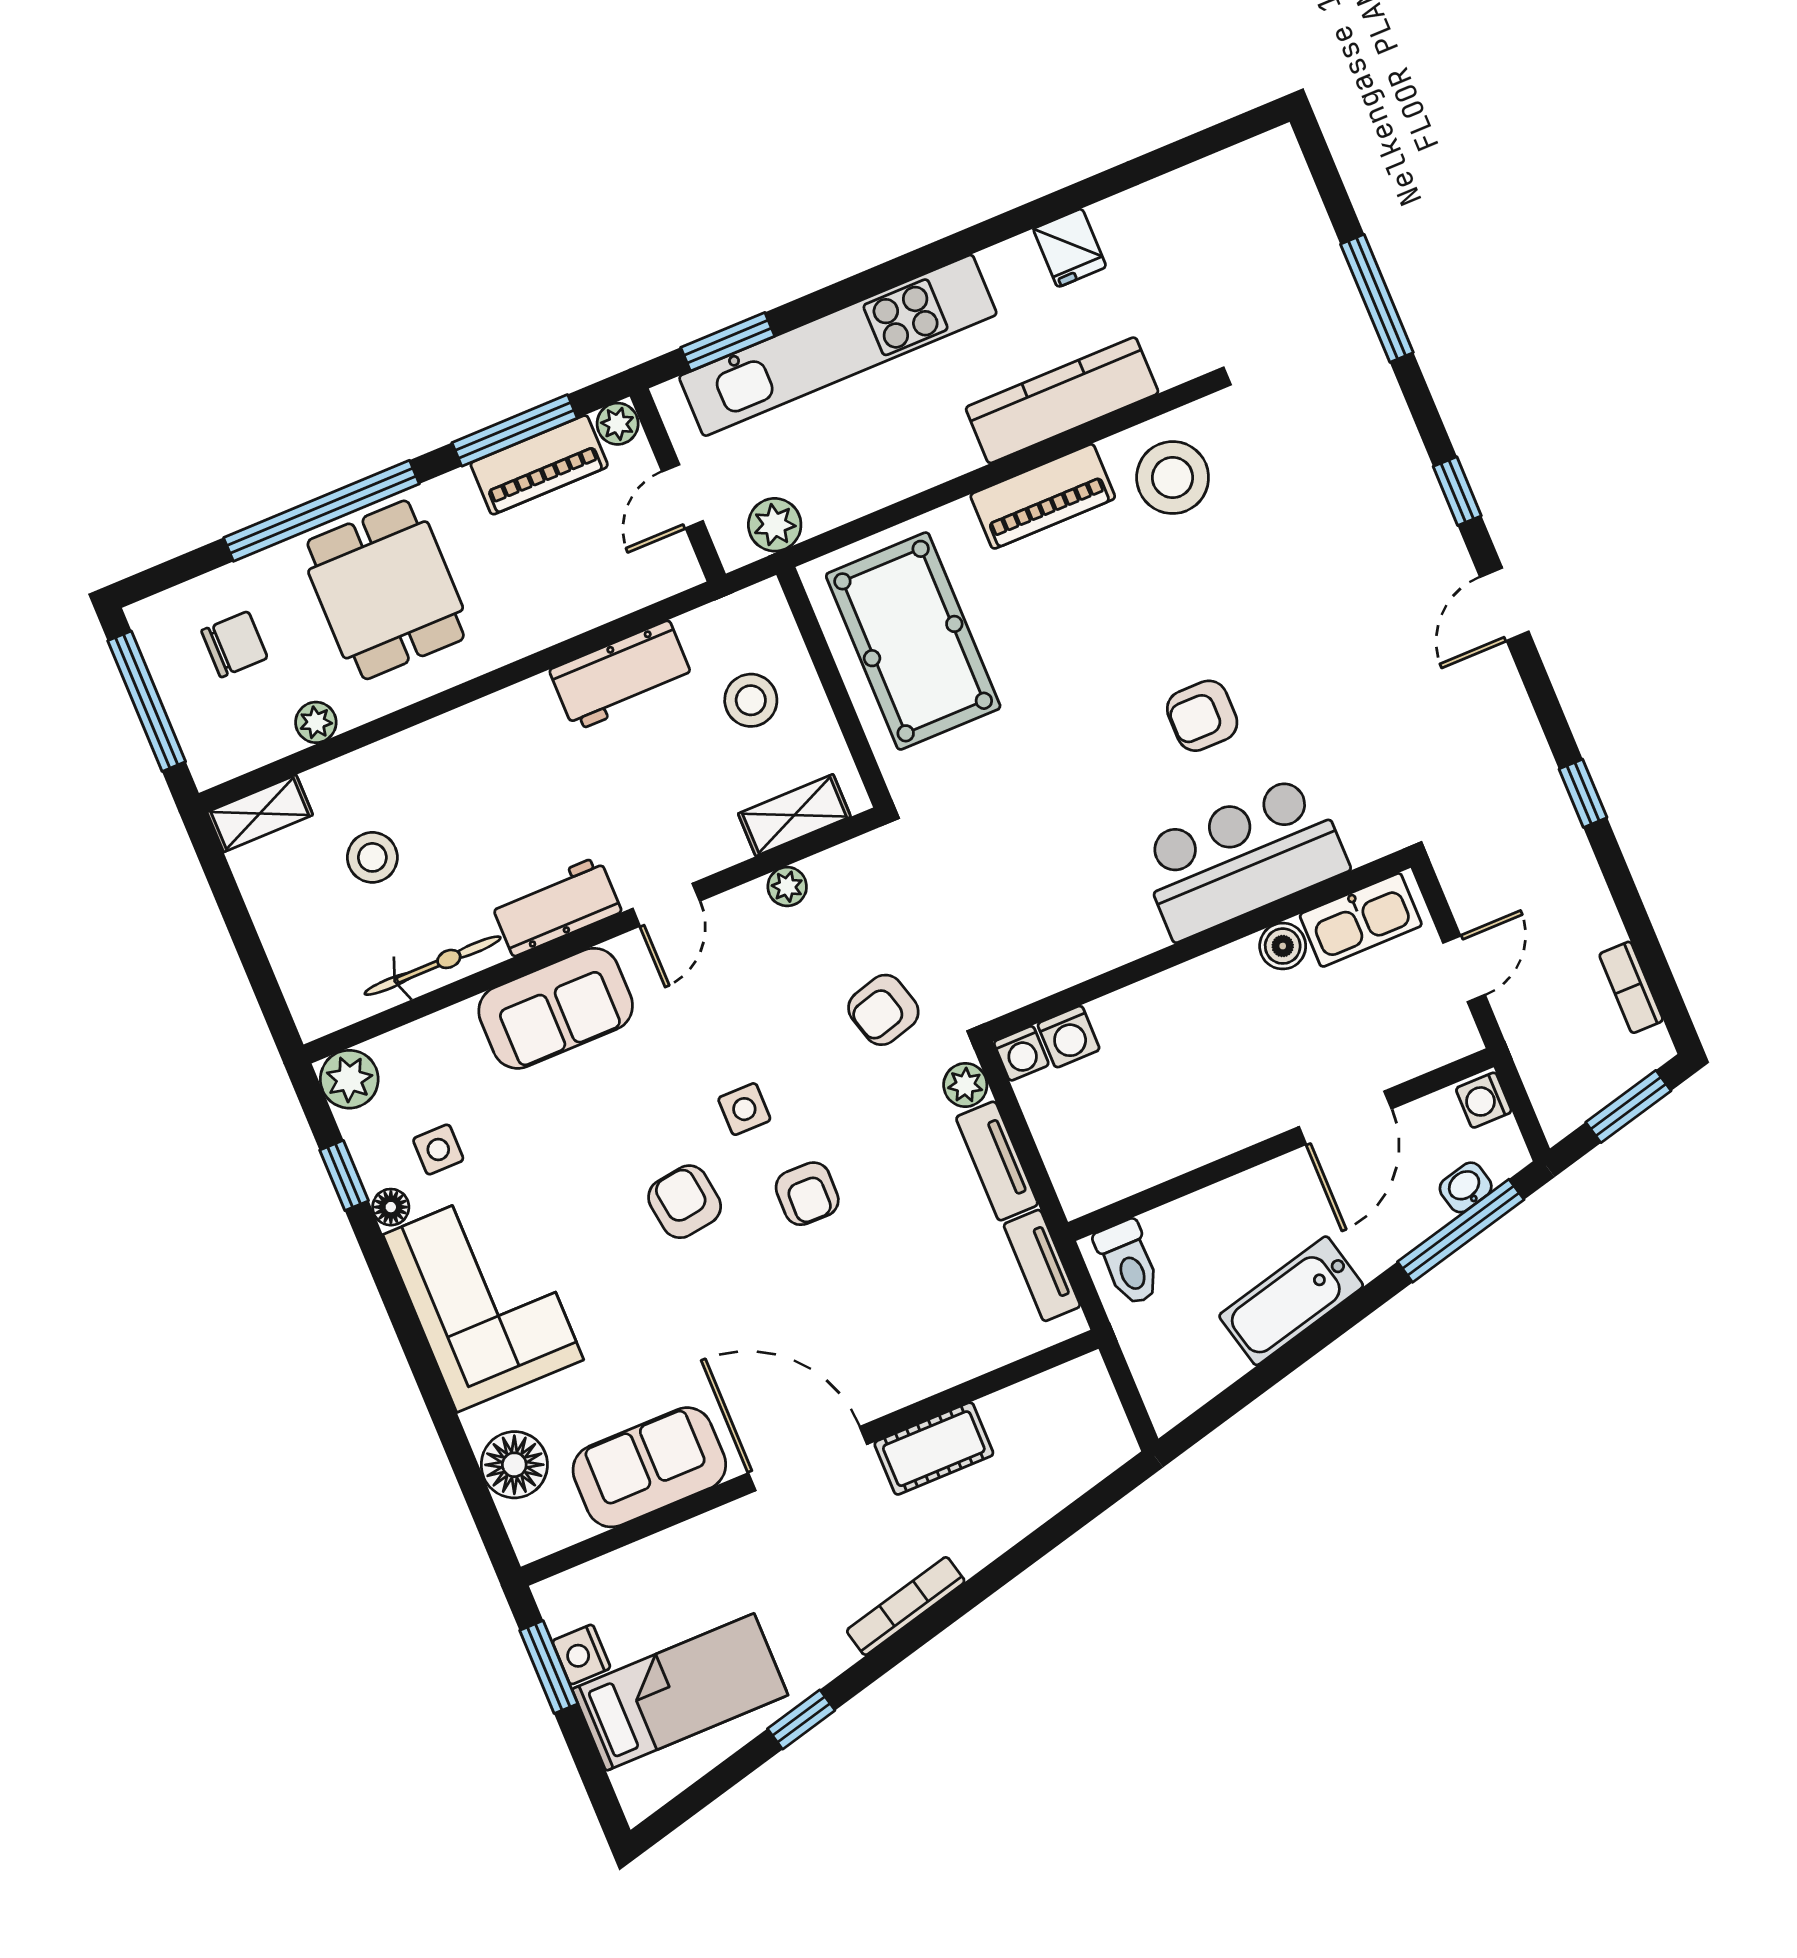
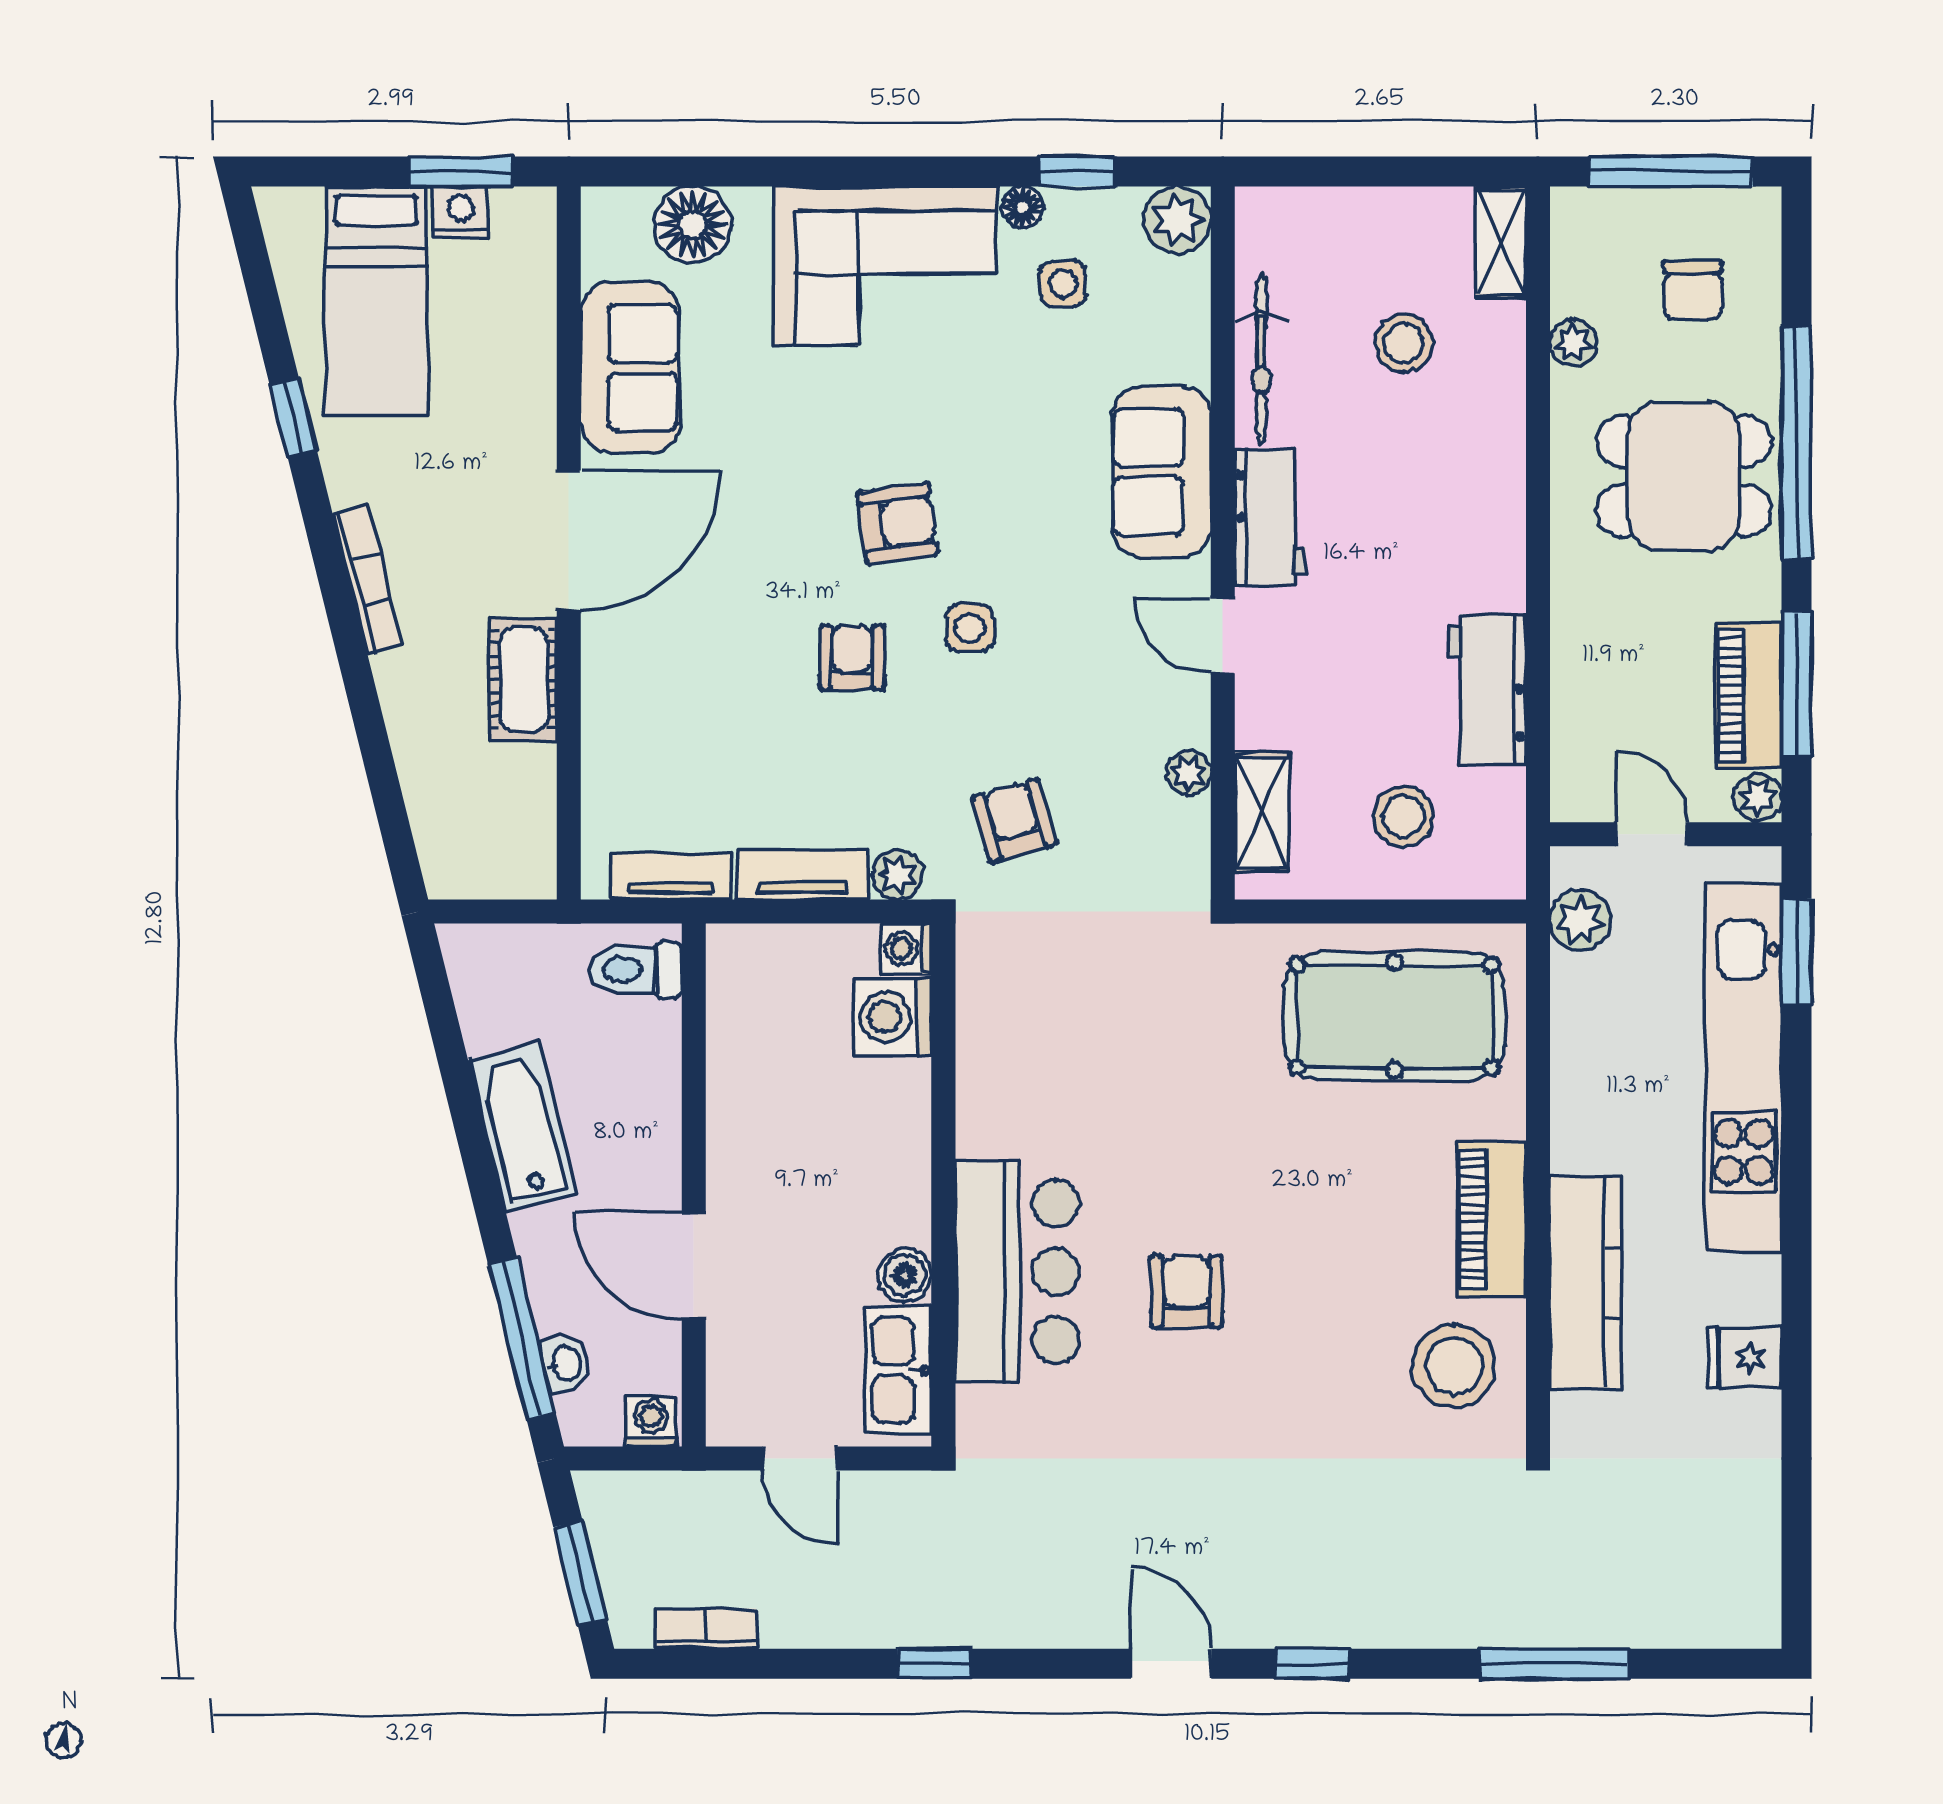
washing machine: (1069, 1037) -> (893, 1017), width x1.38, depth x1.38
armchair: (807, 1194) -> (852, 658), turned 89

